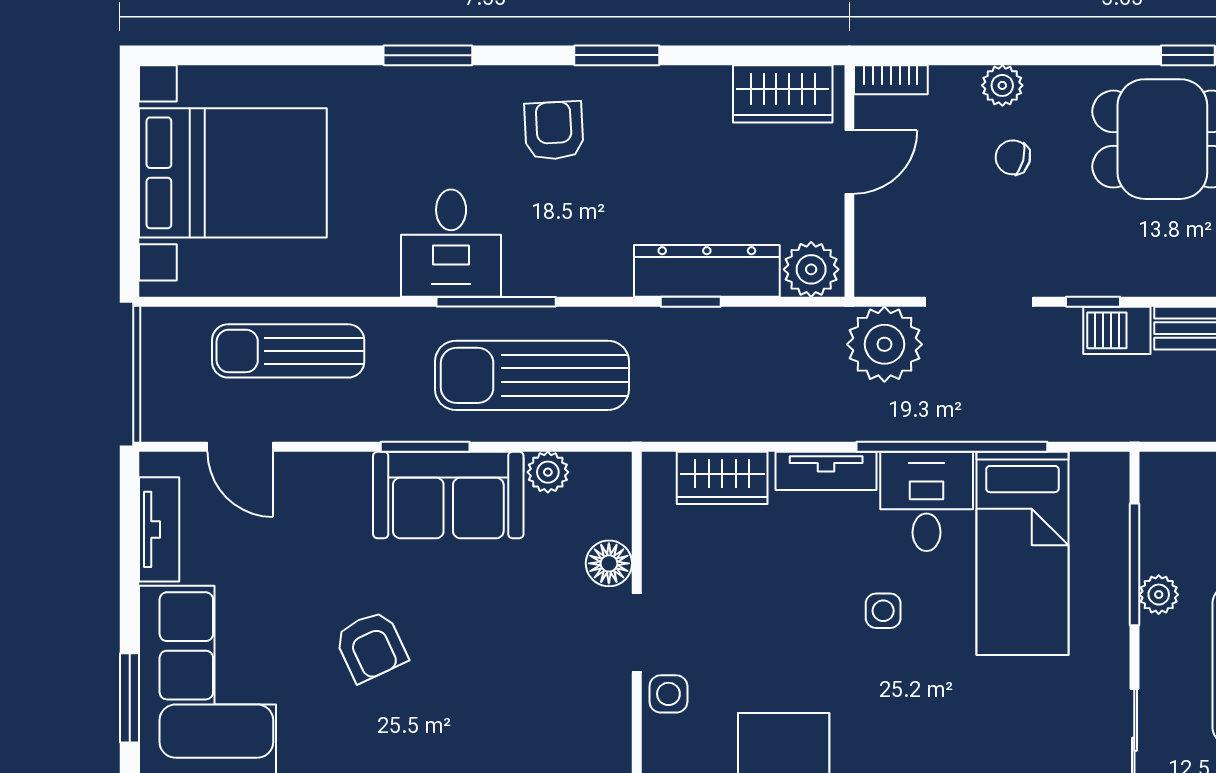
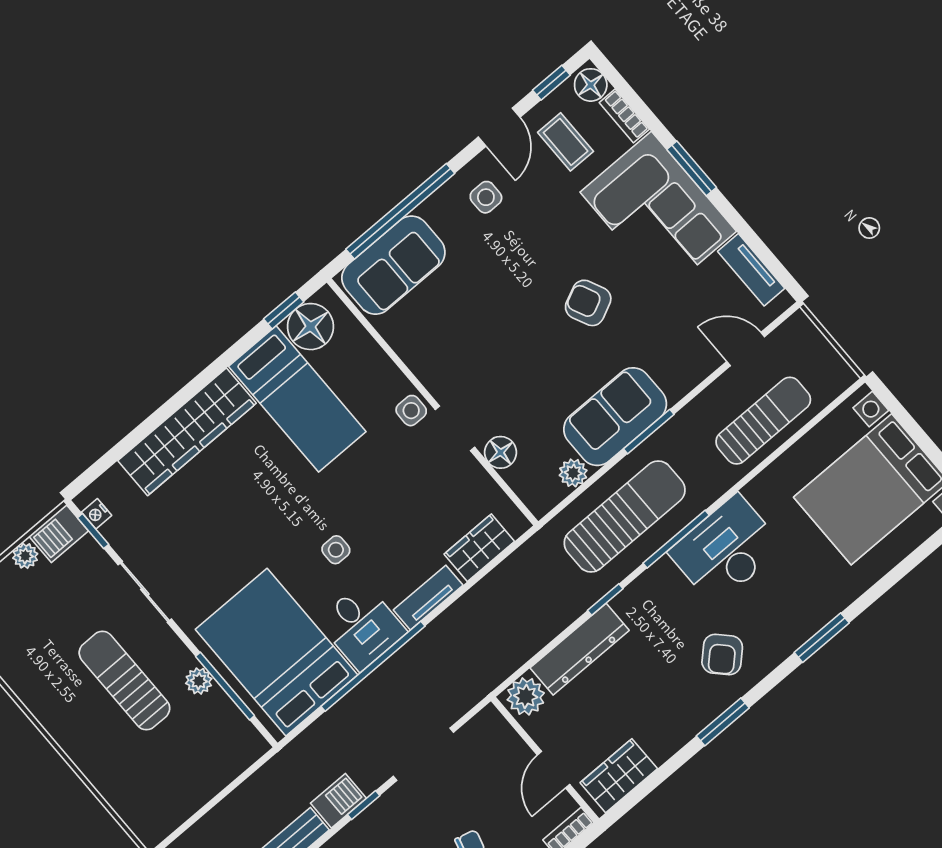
armchair: (554, 131) -> (722, 654), turned 49
desk: (451, 243) -> (726, 550), width x1.37
window: (691, 302) -> (605, 599), moved
plant: (884, 344) -> (454, 690), removed
bed: (1022, 553) -> (277, 652), width x1.50

